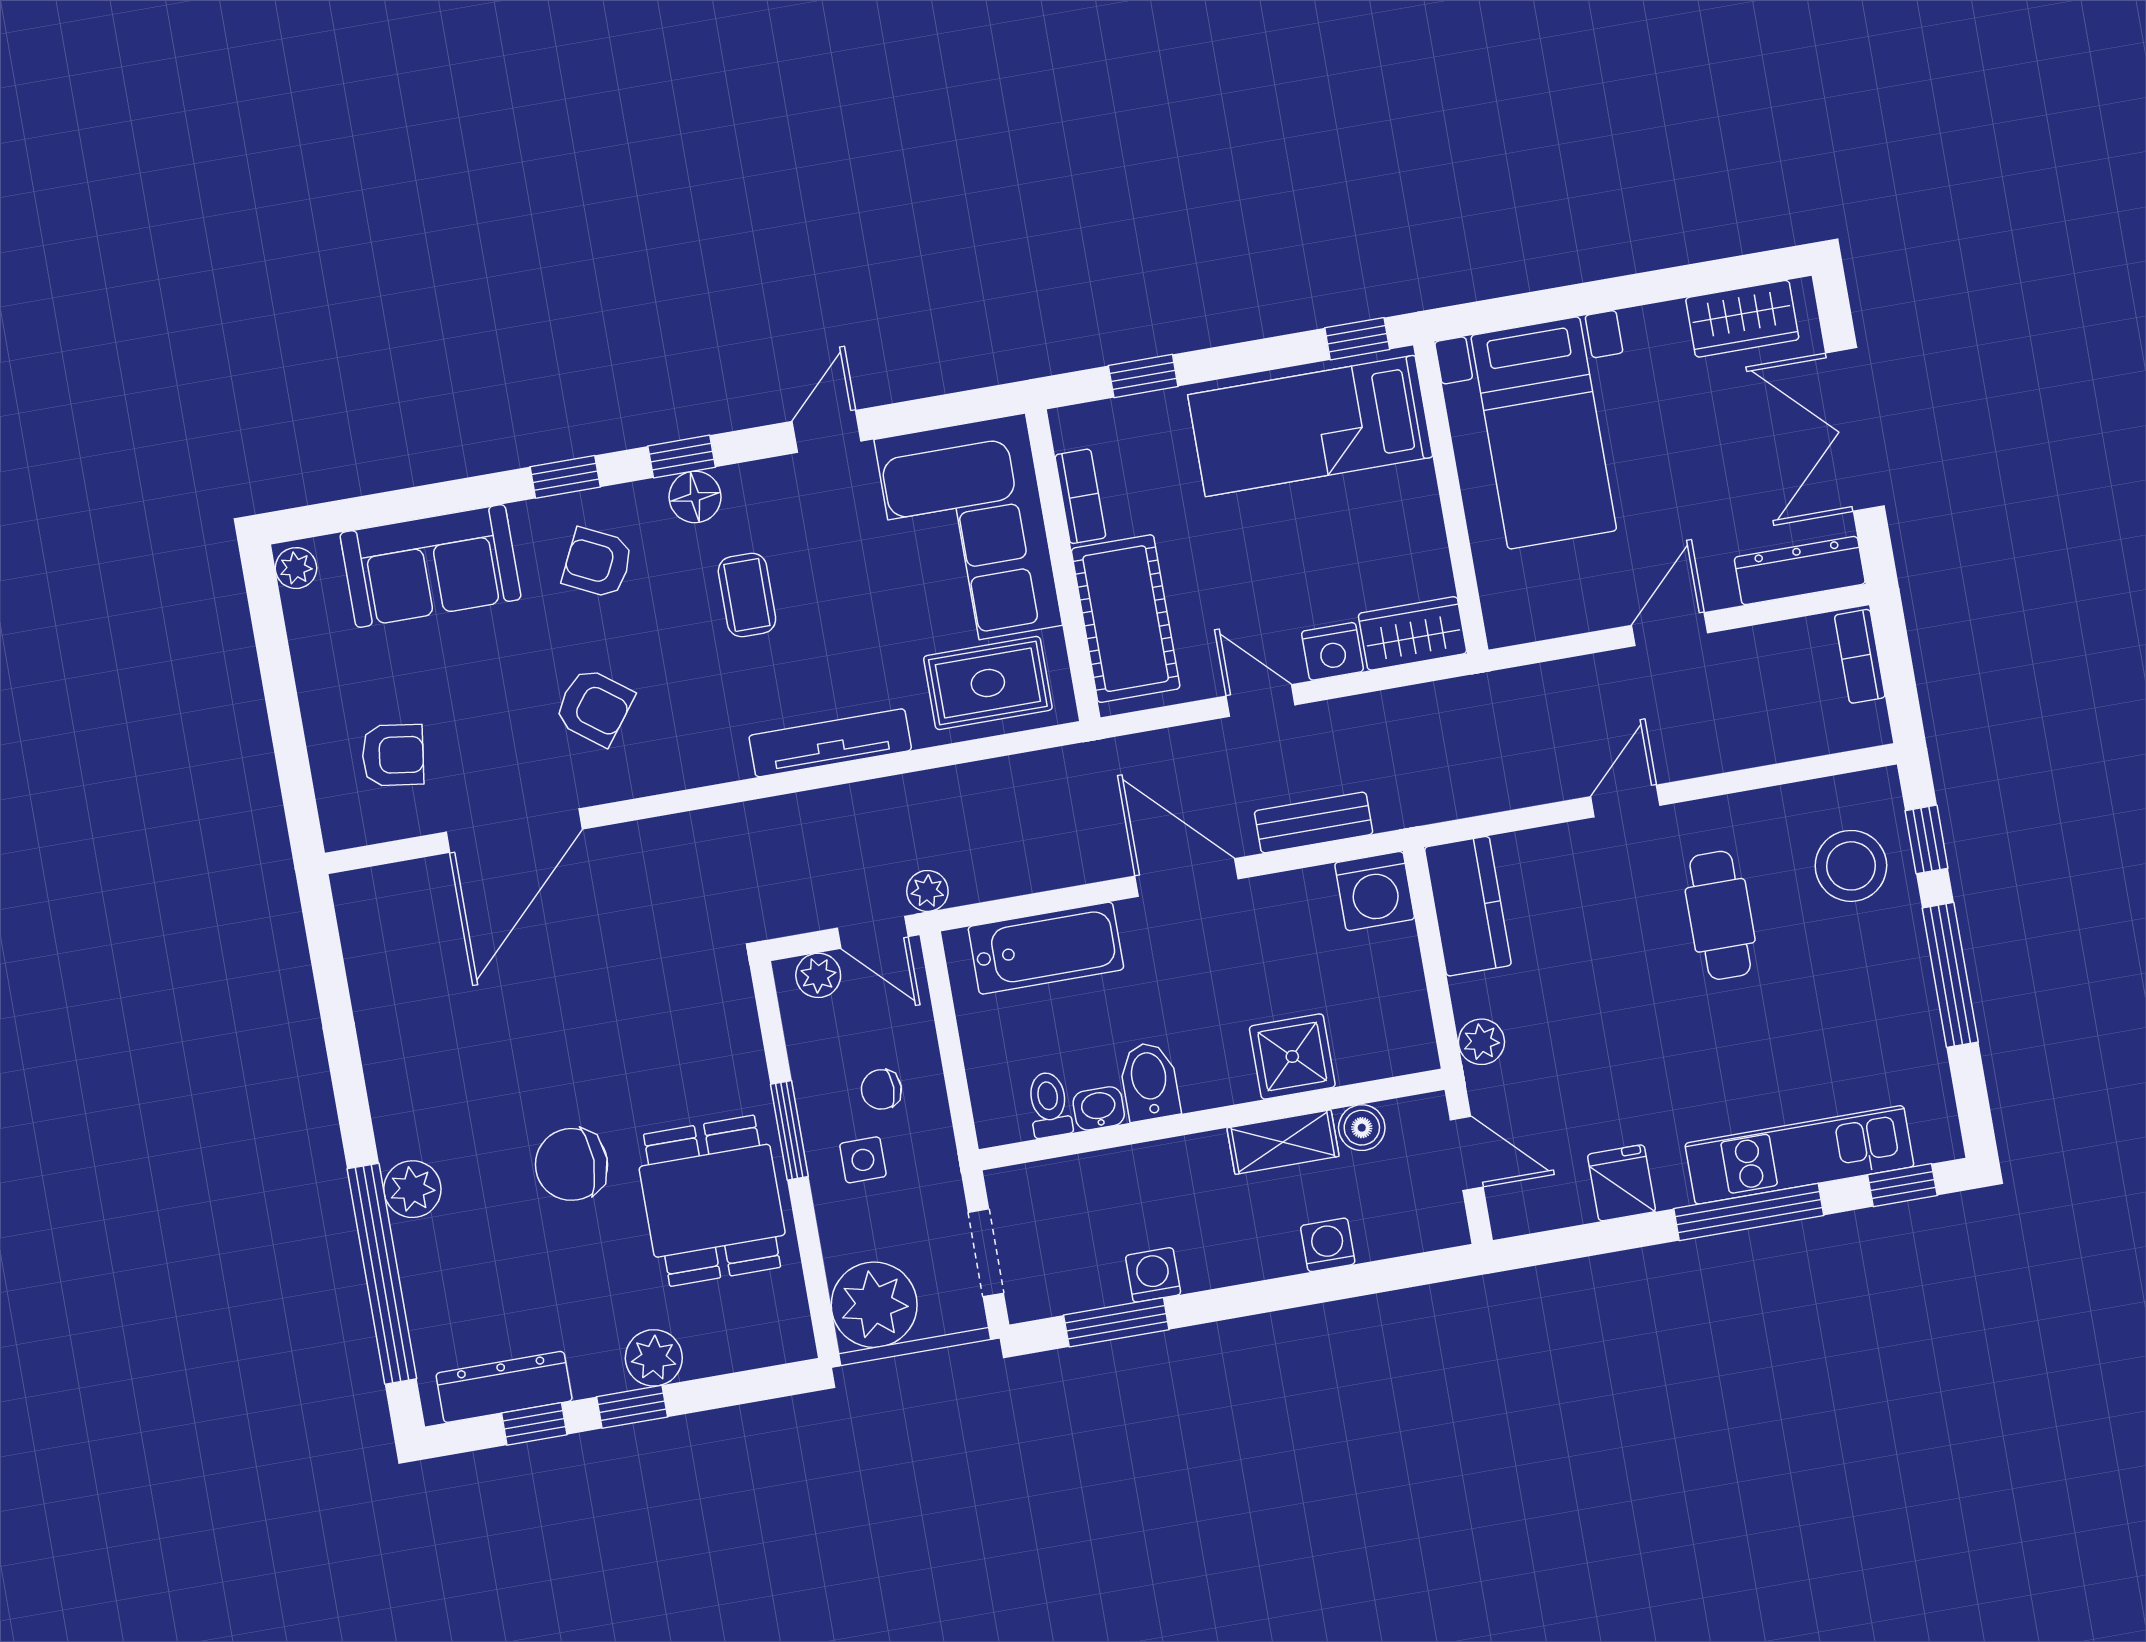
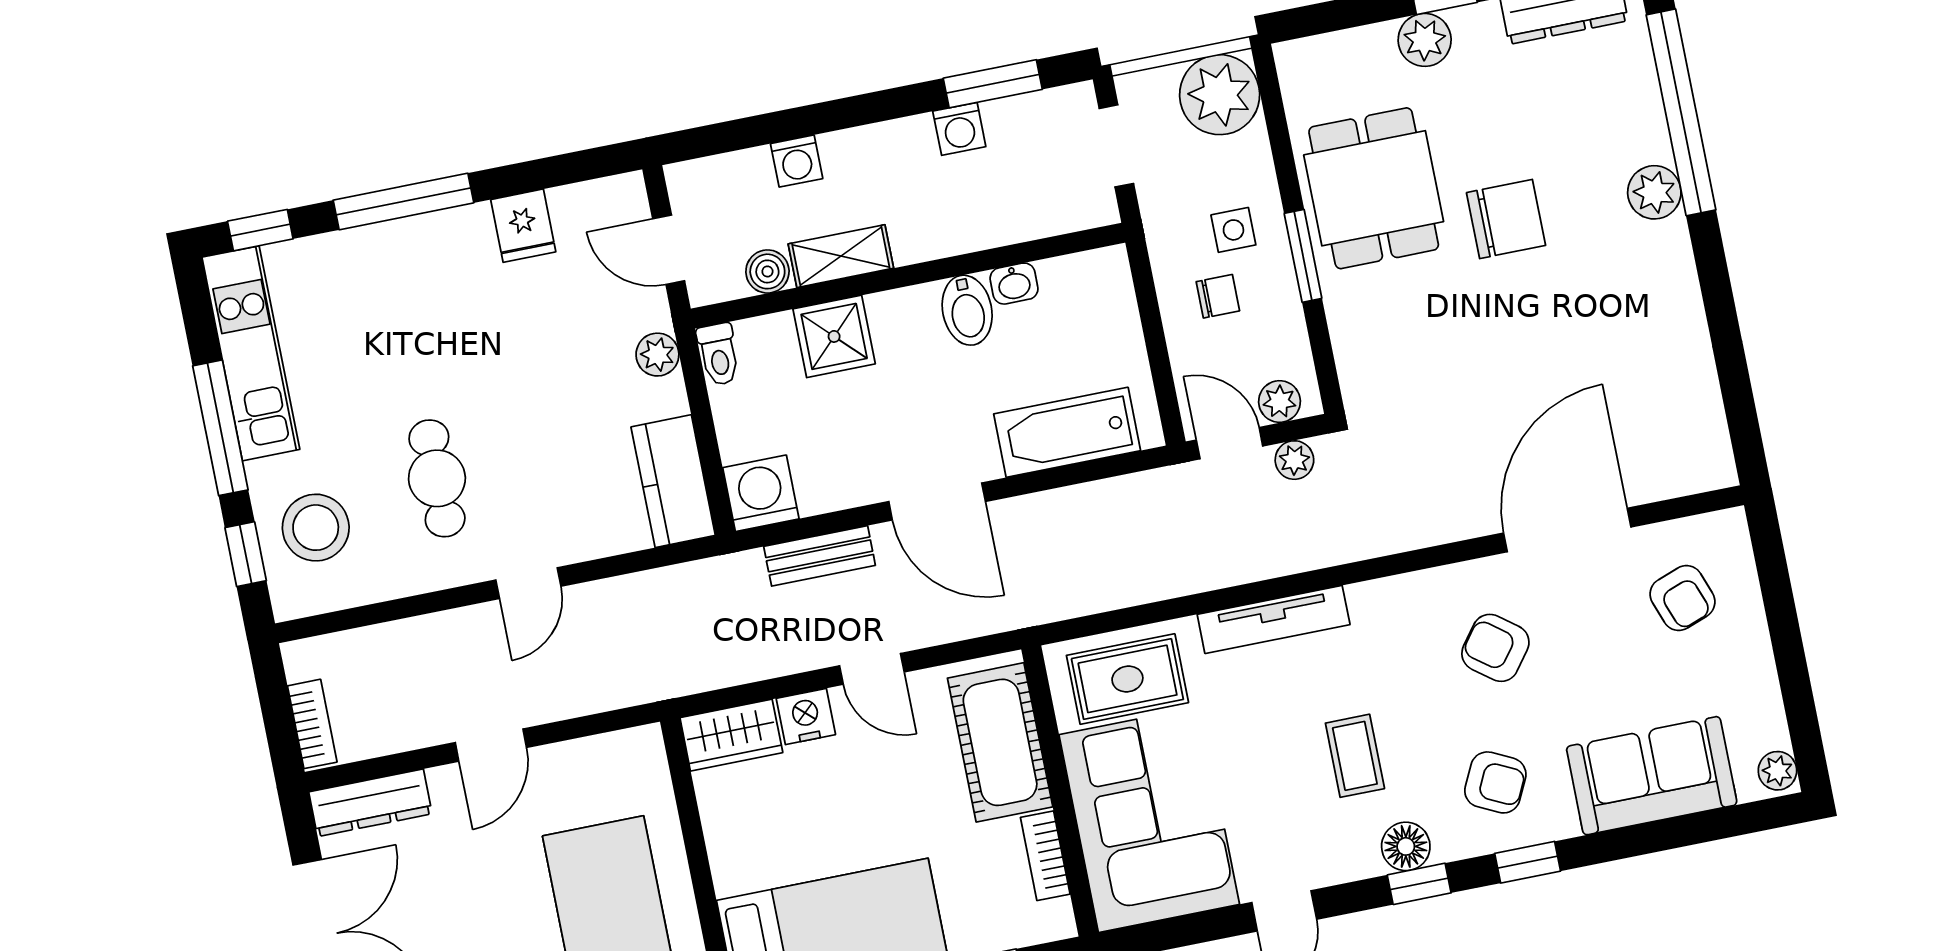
armchair: (393, 755) -> (1683, 598), turned -118
plant: (927, 891) -> (1294, 460), moved
toilet: (1049, 1105) -> (719, 354), moved
kitchen unit: (1799, 1155) -> (251, 353), moved, turned -90

